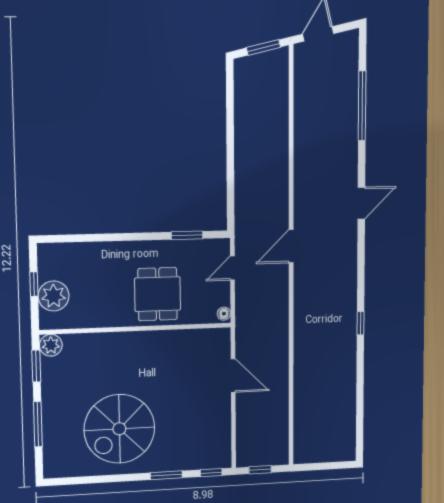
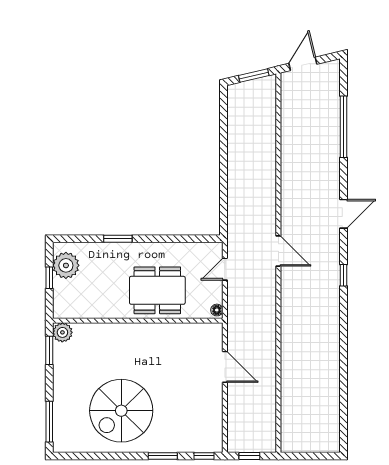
window: (187, 235) -> (118, 239), moved
door: (291, 246) -> (278, 251), swing flipped
dining table: (158, 294) -> (157, 290), width x1.38
plant: (54, 296) -> (66, 265), moved
window: (360, 323) -> (343, 275), moved
window: (38, 424) -> (49, 422), moved

